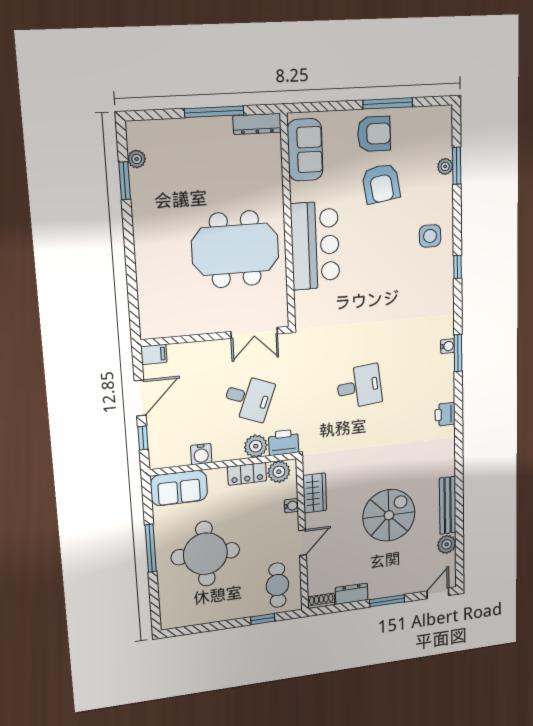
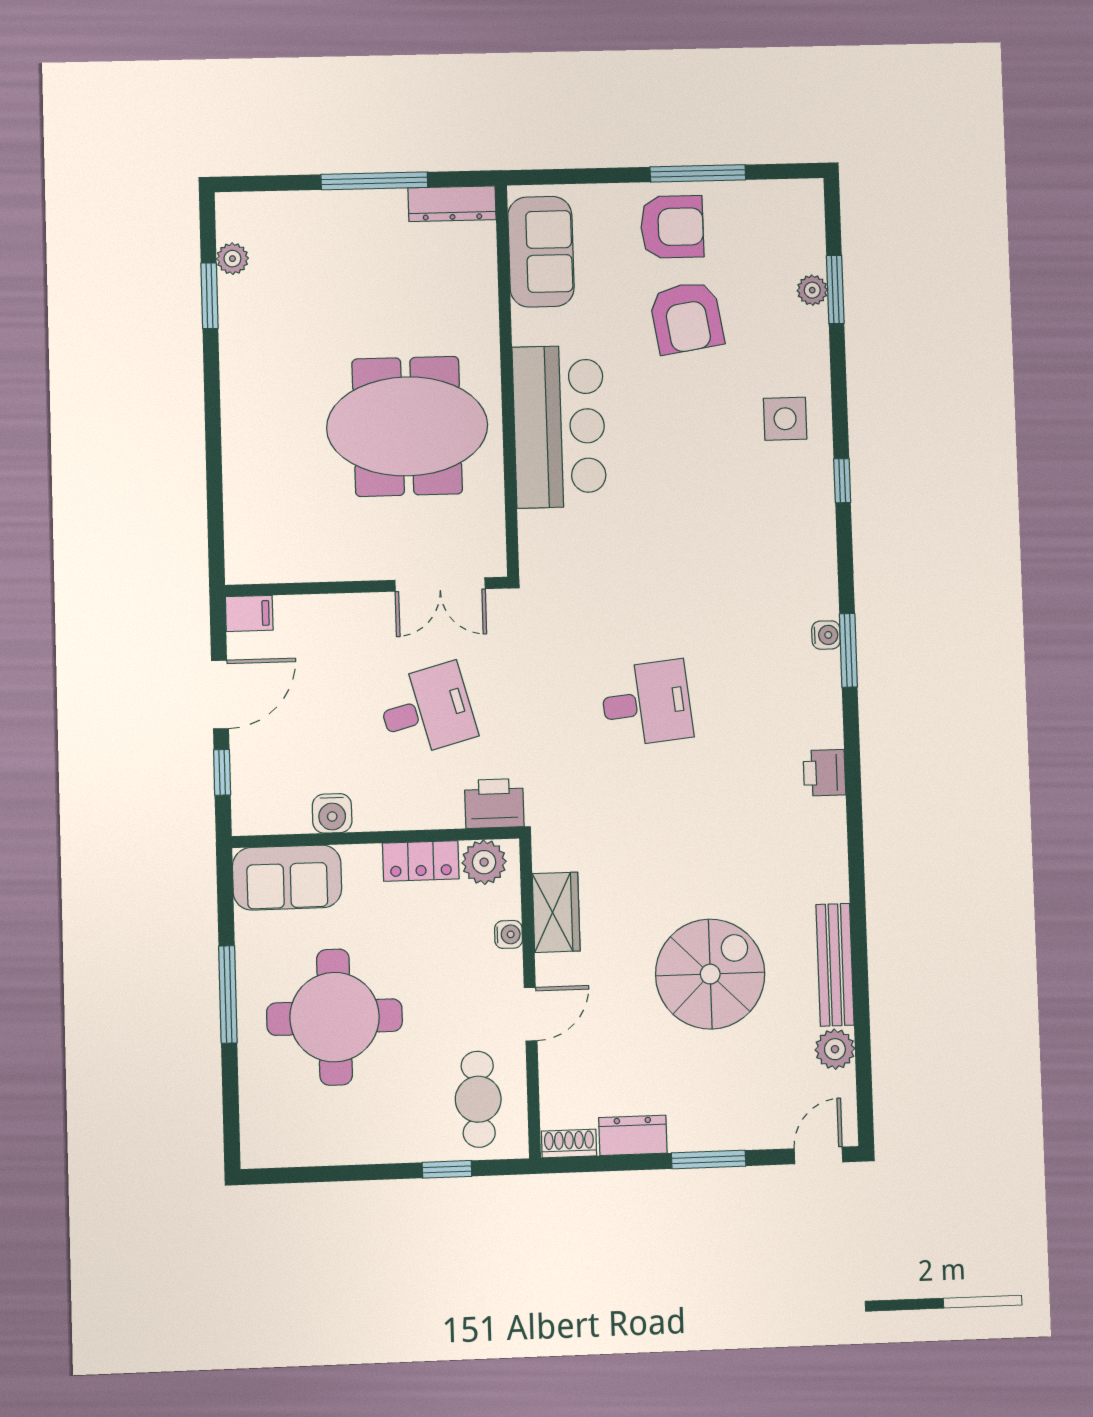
desk: (249, 398) -> (427, 710), turned -36
plant: (256, 446) -> (439, 806), removed

